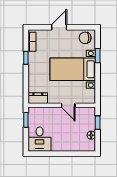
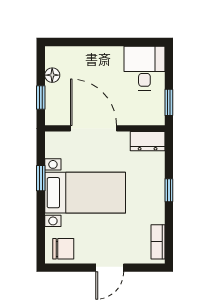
window: (98, 56) -> (41, 178), moved
window: (26, 58) -> (169, 190), moved
door: (68, 105) -> (94, 128), width x1.88

